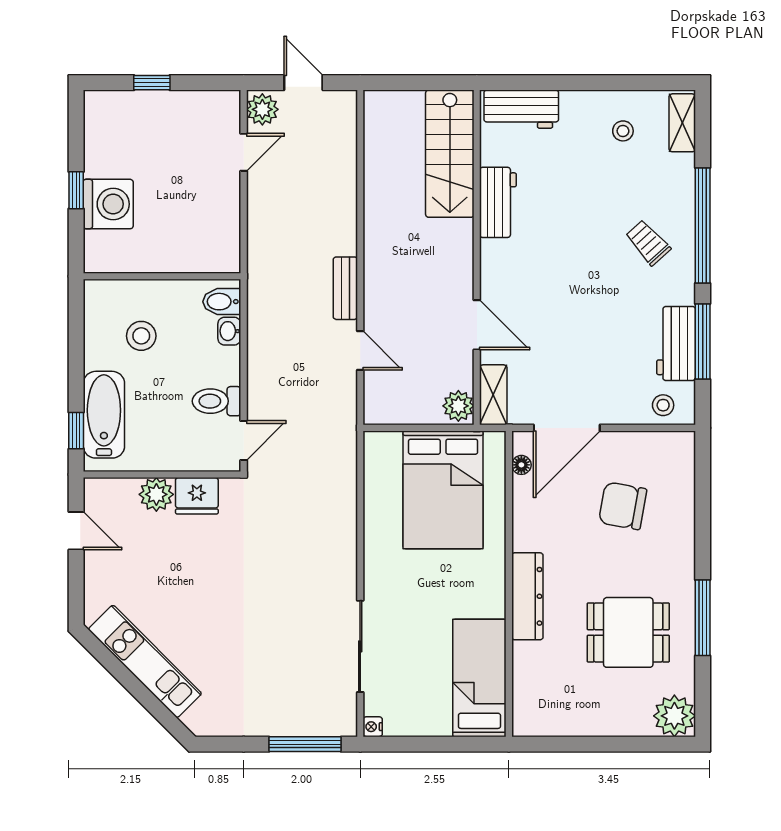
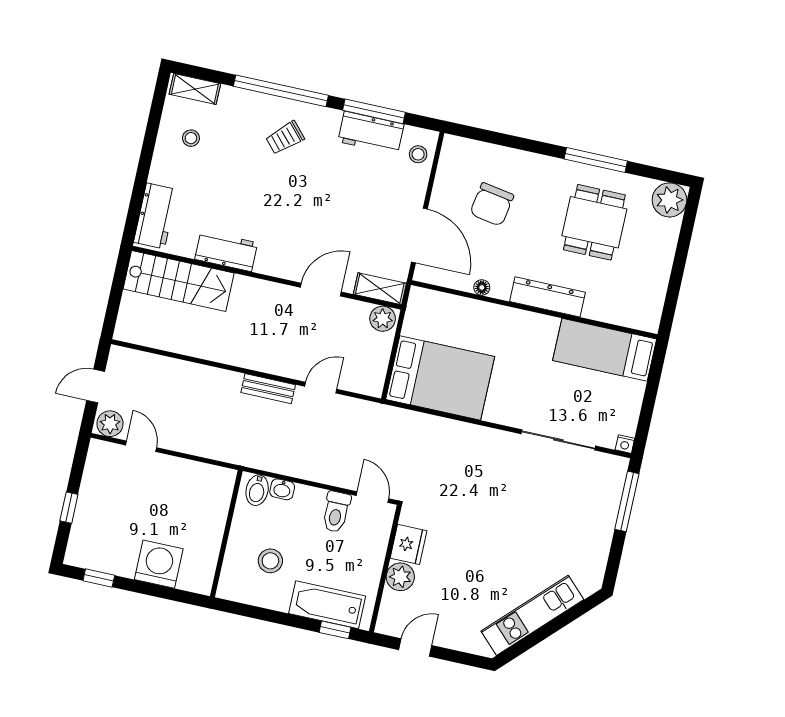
window: (76, 190) -> (99, 578), moved
floor lamp: (521, 465) -> (482, 287), moved
bed: (443, 490) -> (440, 378), moved

